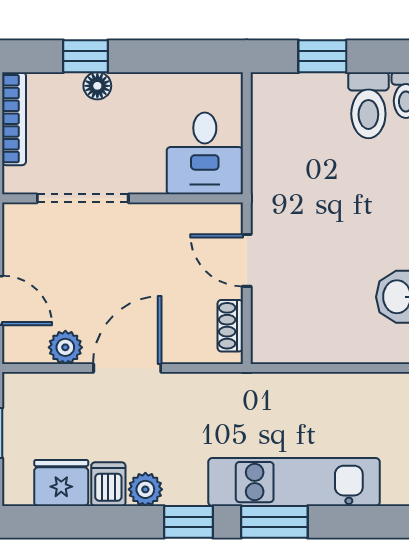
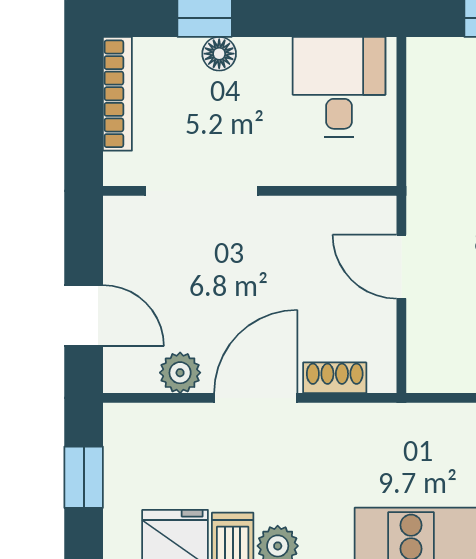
desk: (205, 153) -> (339, 87), moved, turned 180
shoe rack: (230, 326) -> (335, 378), moved, turned 90

